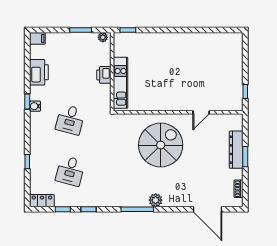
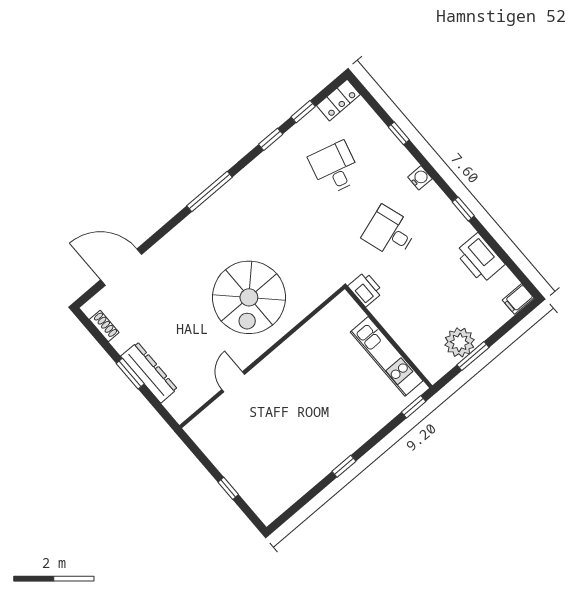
window: (183, 30) -> (344, 466), added
plant: (103, 37) -> (460, 342), moved, width x1.87, depth x1.87
printer: (104, 75) -> (365, 289), moved
kitchen unit: (120, 83) -> (387, 356), moved
window: (245, 92) -> (228, 488), moved
water cooler: (35, 106) -> (420, 178), moved
desk: (70, 120) -> (390, 232), turned -33
plant: (156, 200) -> (196, 223), removed

